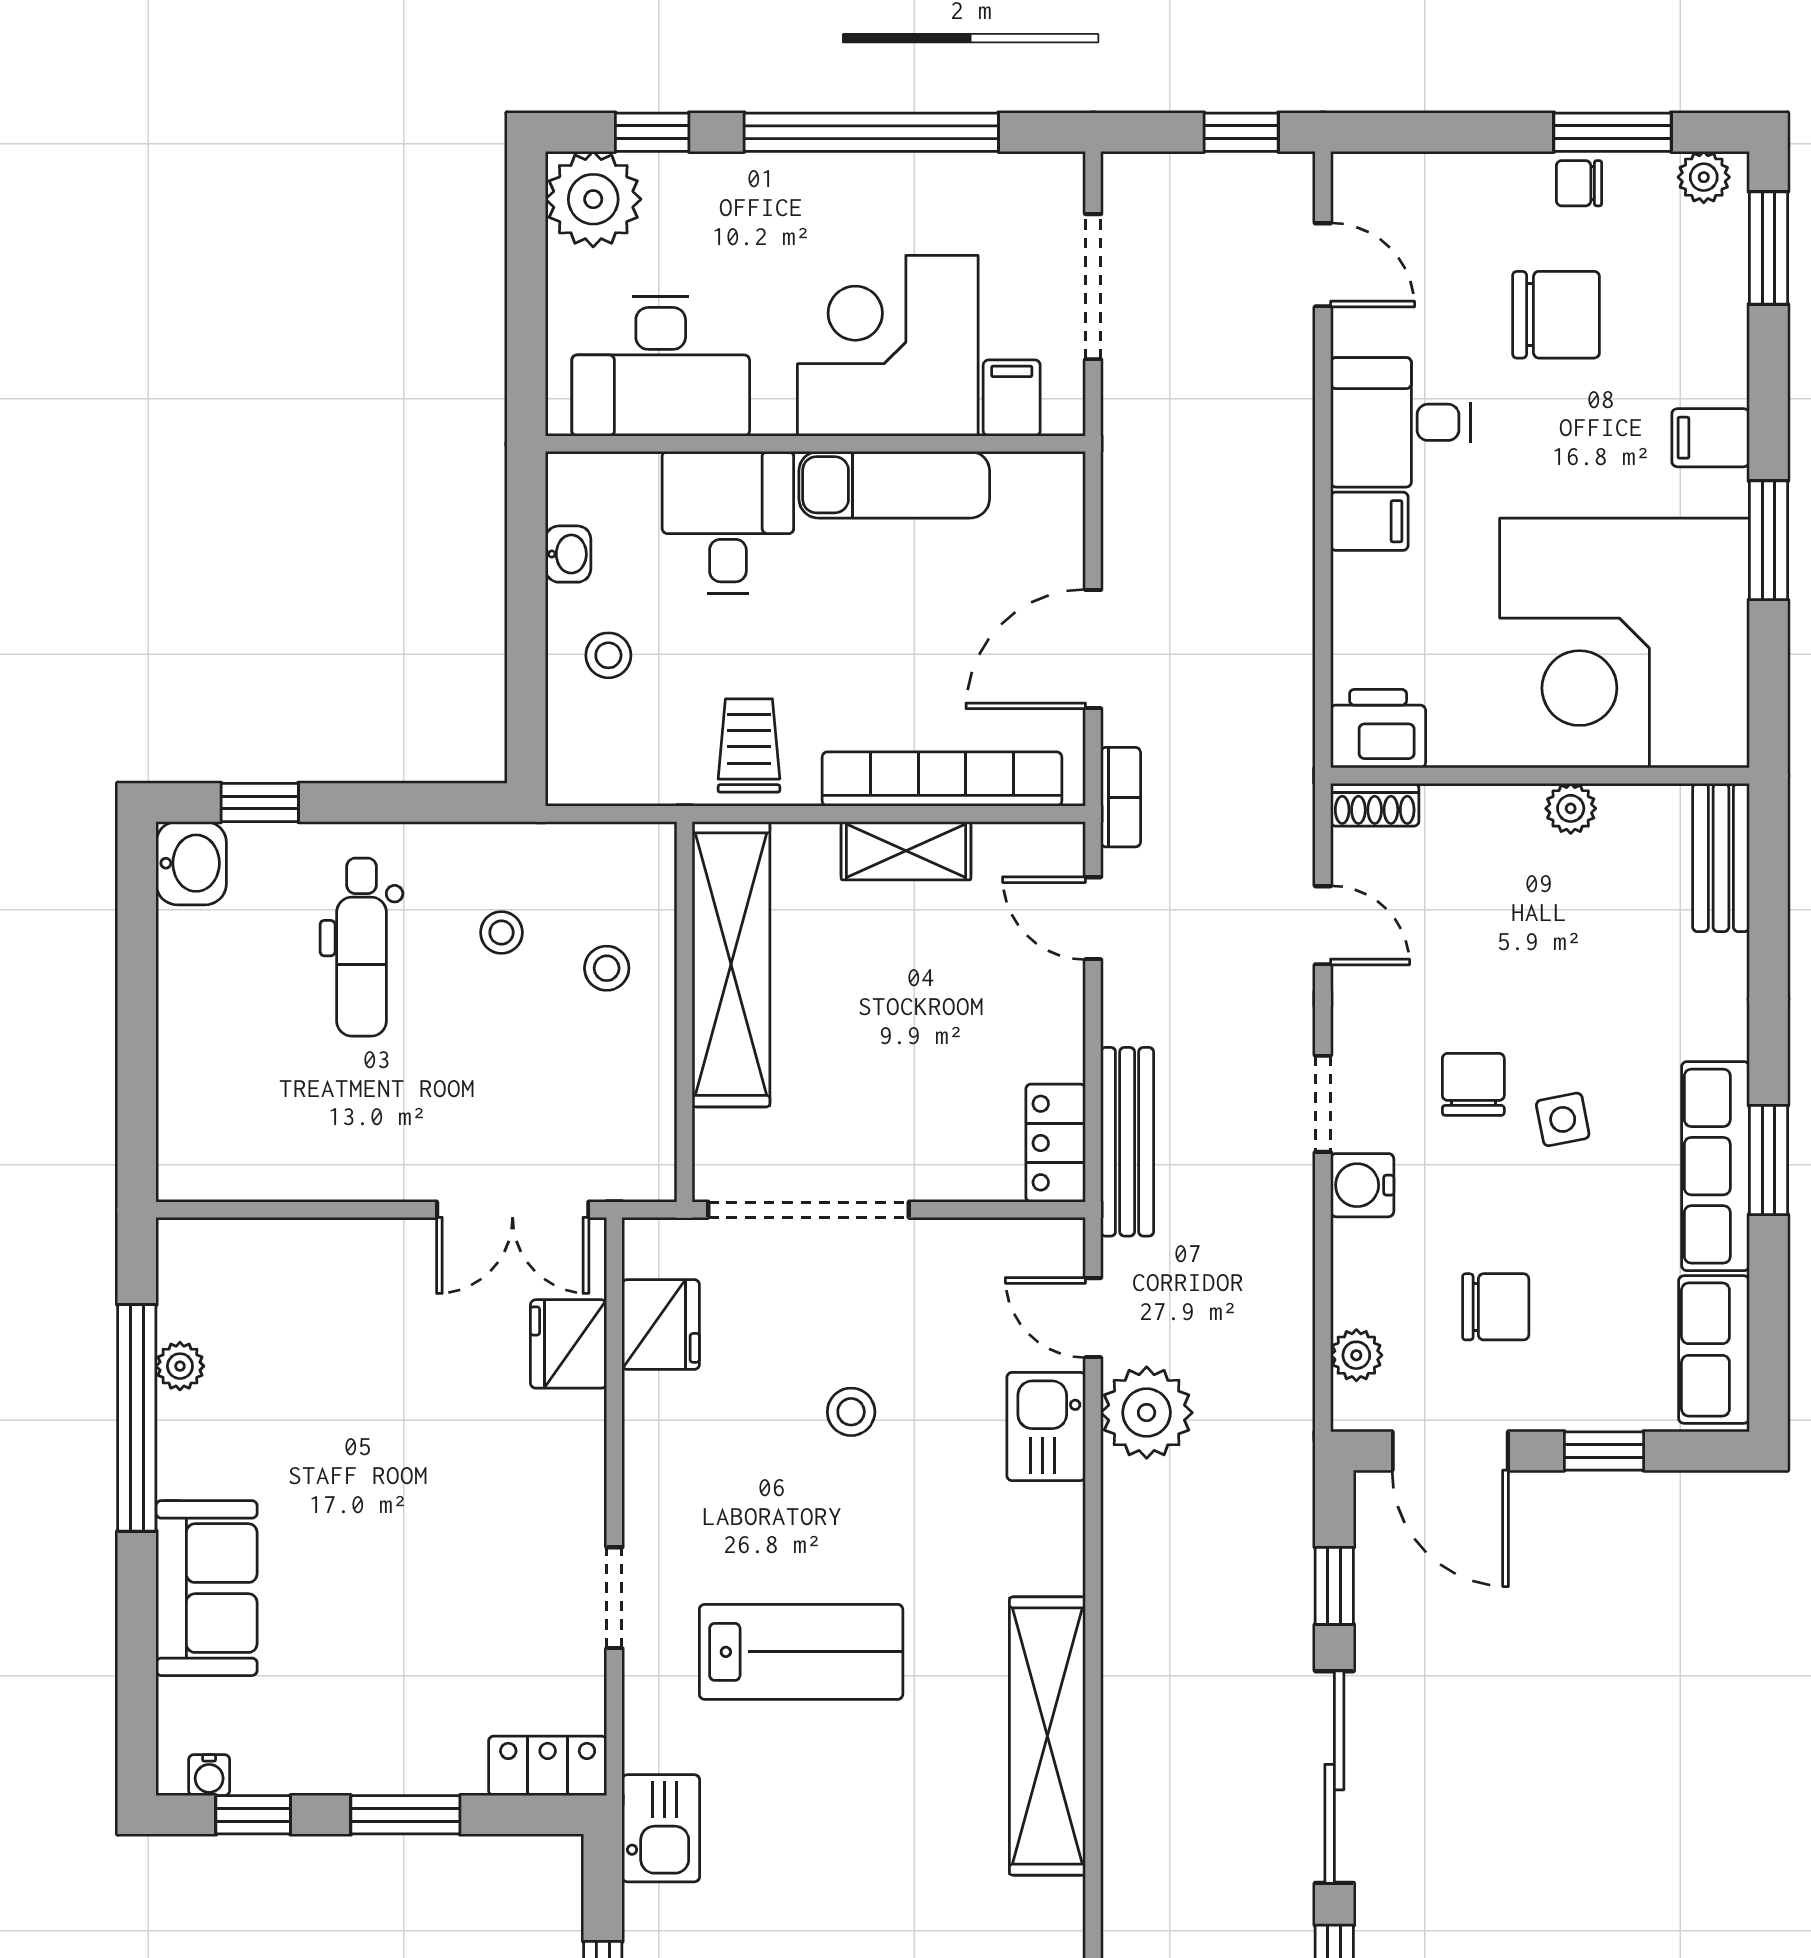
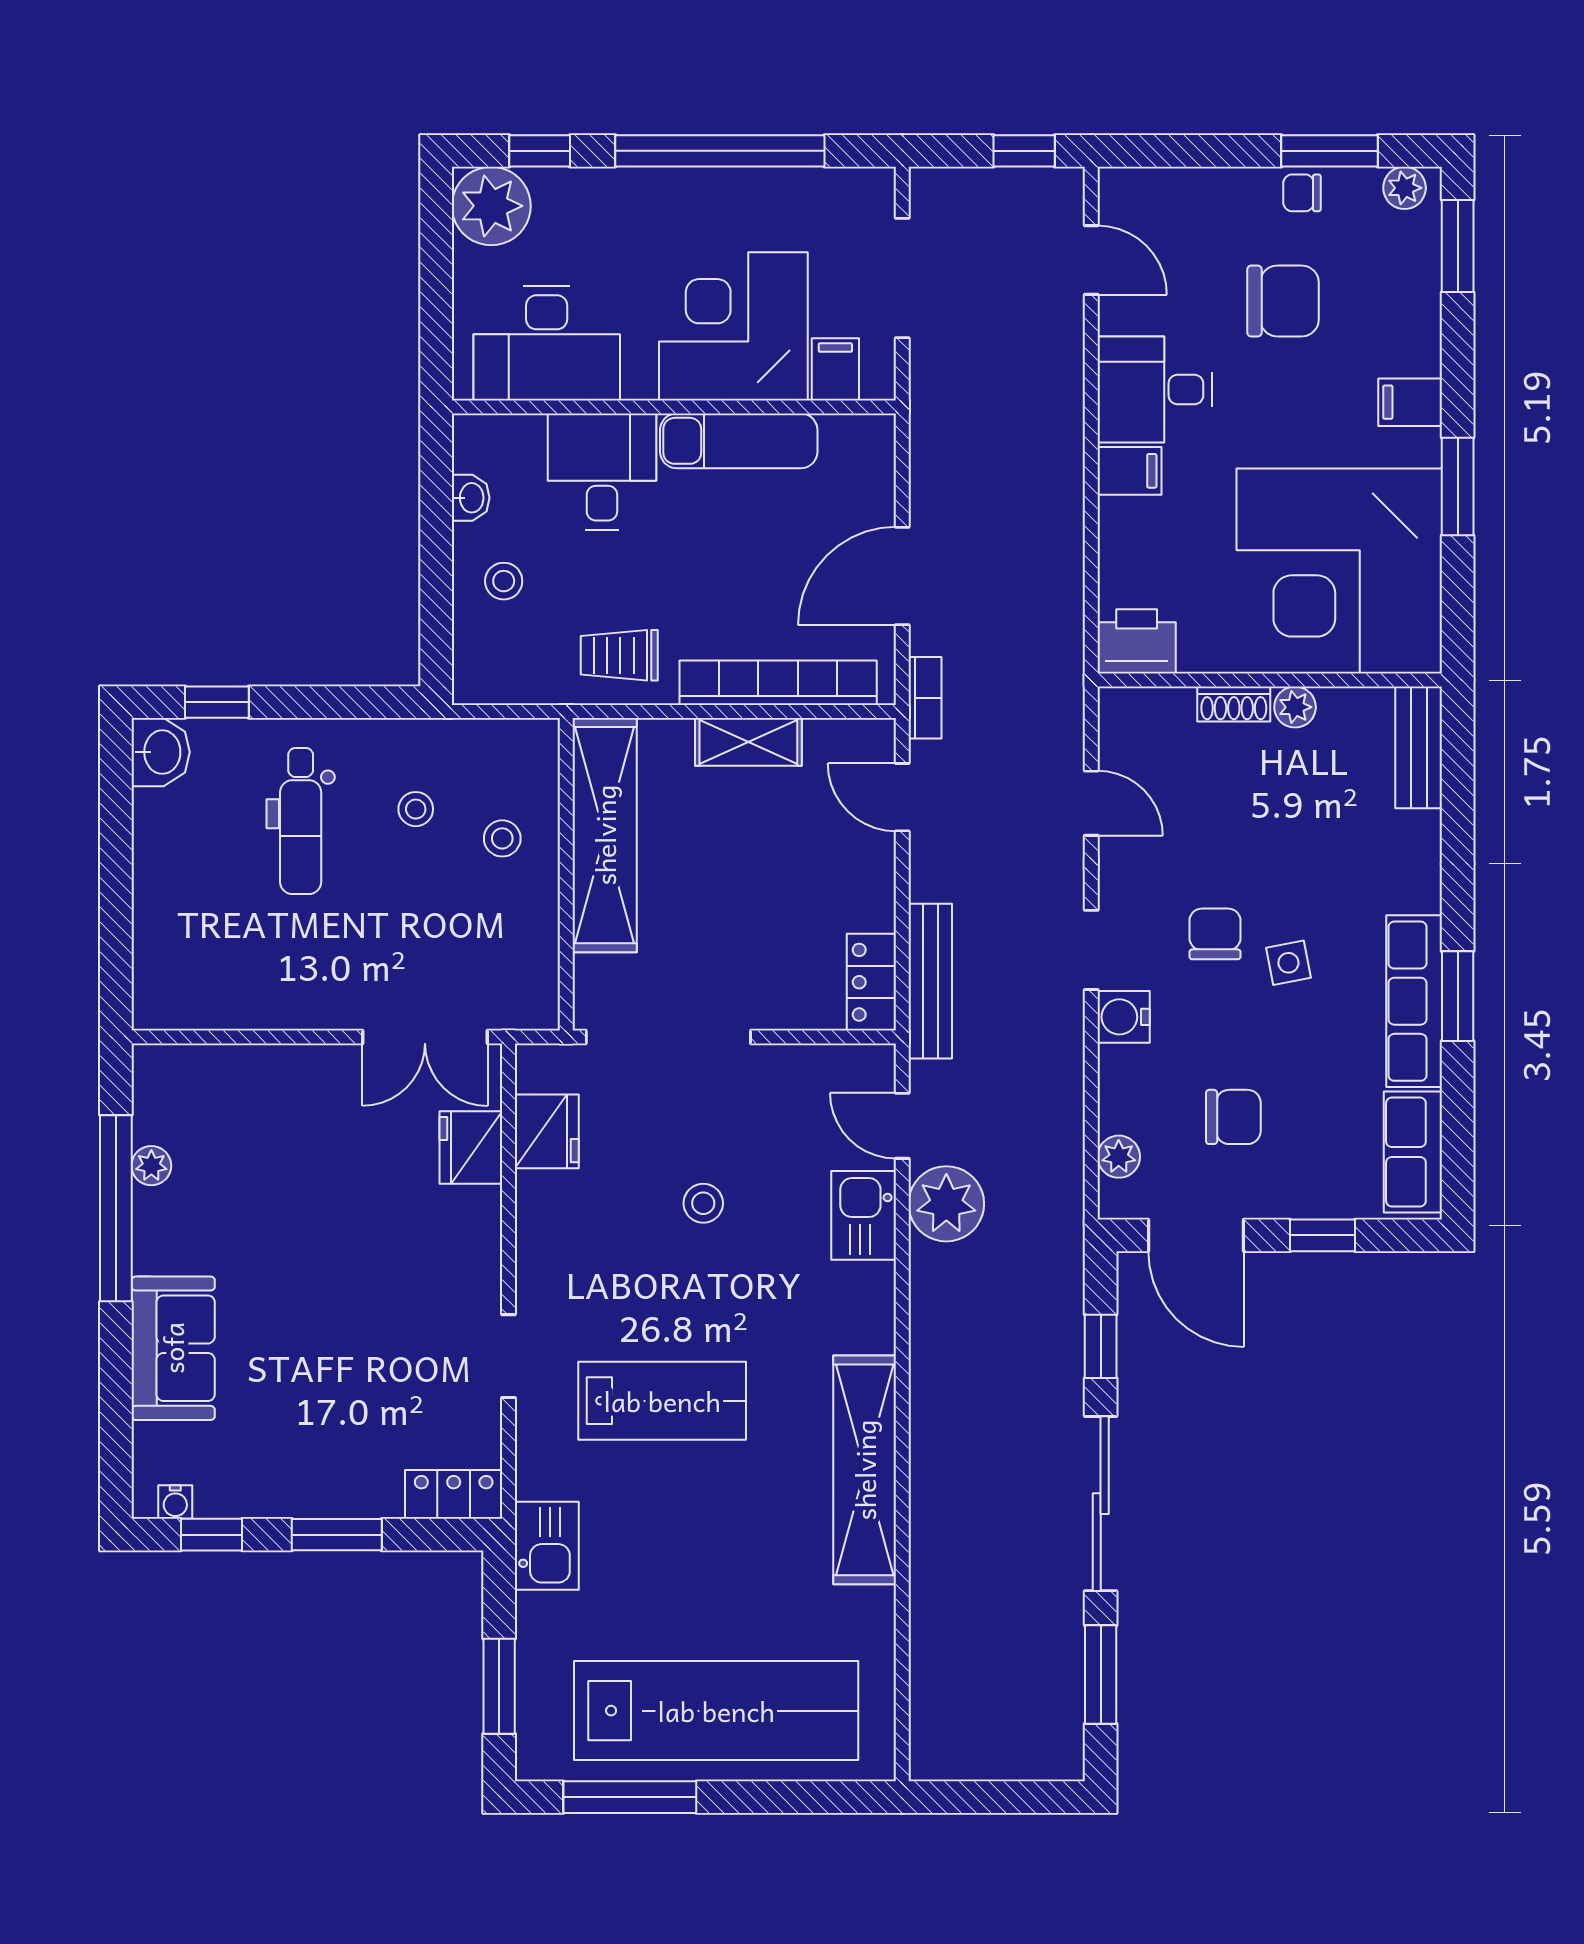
trolley: (749, 745) -> (619, 655), turned -90
shoe rack: (1375, 805) -> (1234, 704), moved

